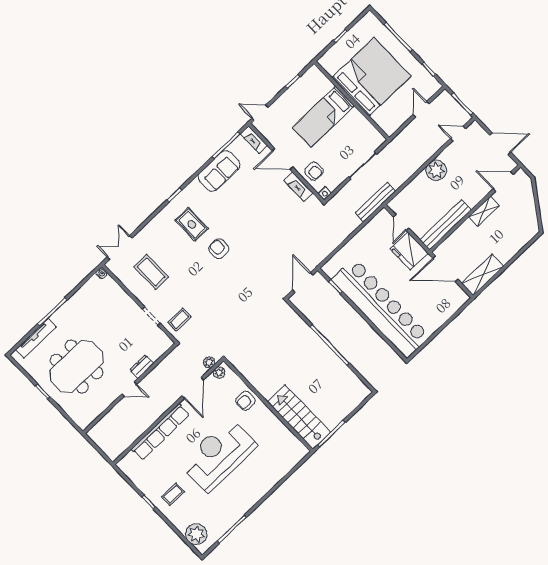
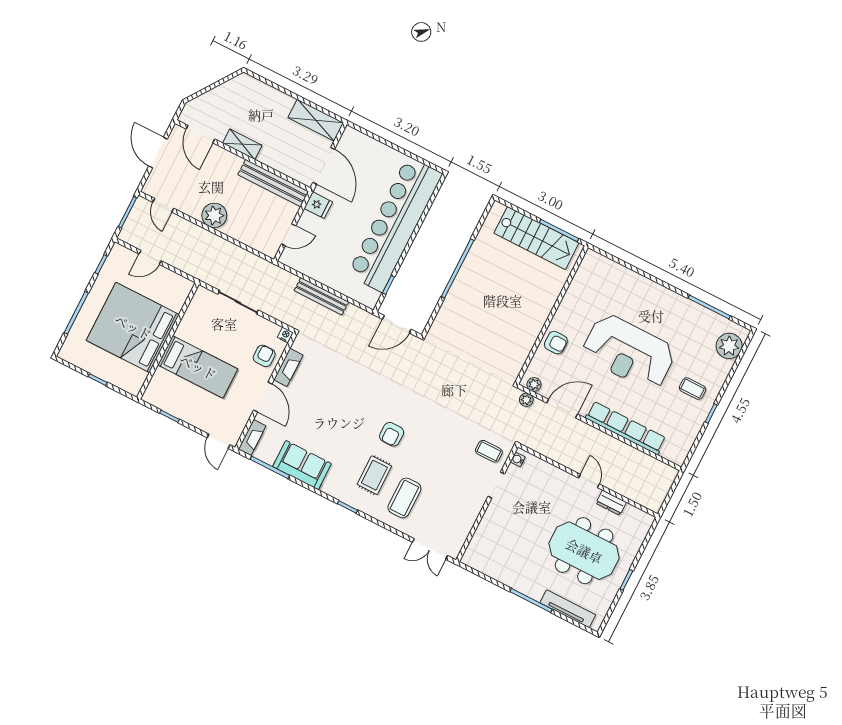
bench: (376, 202) -> (321, 296), moved
fridge: (409, 251) -> (318, 205), width x0.53, depth x0.75
coffee table: (151, 272) -> (404, 498), moved
water cooler: (102, 273) -> (518, 459), moved
dresser: (142, 367) -> (611, 503), moved
stairs: (299, 417) -> (536, 238), moved, turned -90

